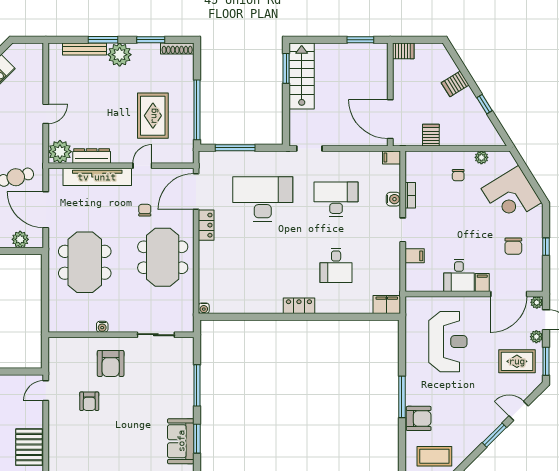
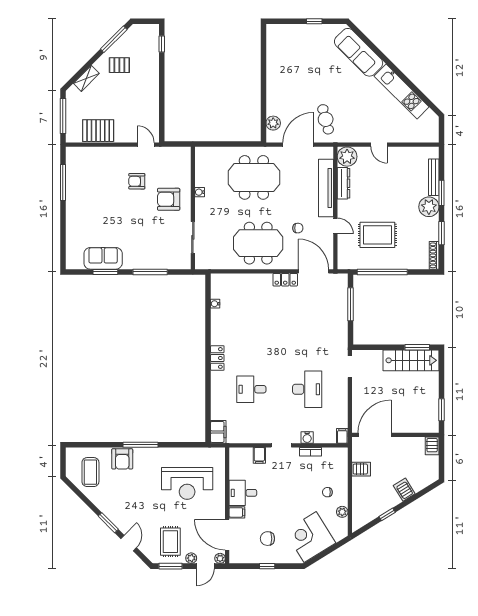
desk: (263, 199) -> (307, 328), removed
water cooler: (204, 308) -> (215, 304), moved

